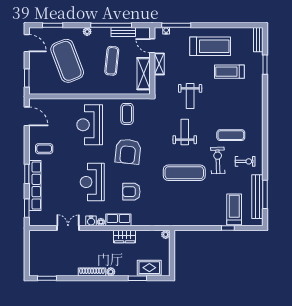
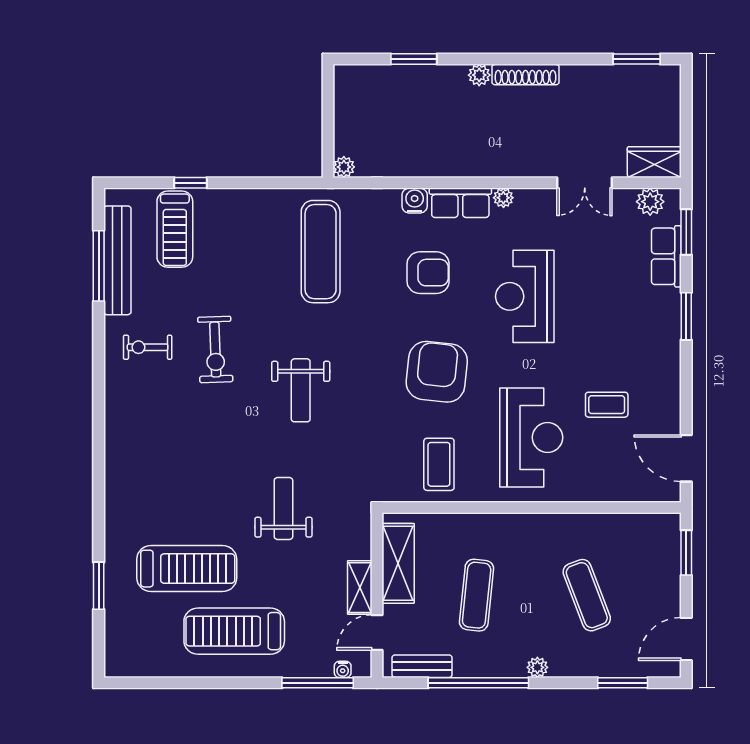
bench: (123, 32) -> (422, 666), moved
bench: (258, 40) -> (115, 647), removed
door: (27, 43) -> (686, 639), hinge flipped
door: (152, 46) -> (377, 632), swing flipped
exercise mat: (67, 61) -> (587, 595), width x0.50, depth x0.69
treadmill: (229, 72) -> (187, 569), width x1.37, depth x1.38
weight bench: (185, 132) -> (301, 390), moved
exercise mat: (231, 135) -> (183, 412), removed
coffee table: (44, 149) -> (607, 405), moved
exercise mat: (184, 173) -> (321, 252), moved, turned 90
reception desk: (92, 182) -> (525, 296), turned 180
row of seats: (35, 186) -> (666, 256), width x0.50
plant: (41, 220) -> (650, 202), added
water cooler: (91, 221) -> (415, 201), moved
wardrobe: (125, 236) -> (654, 162), moved
rug: (149, 268) -> (384, 85), removed

